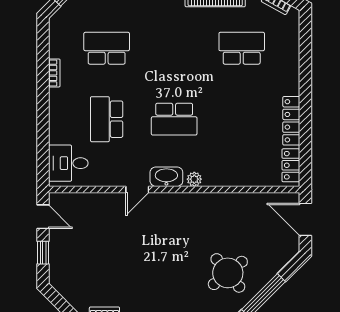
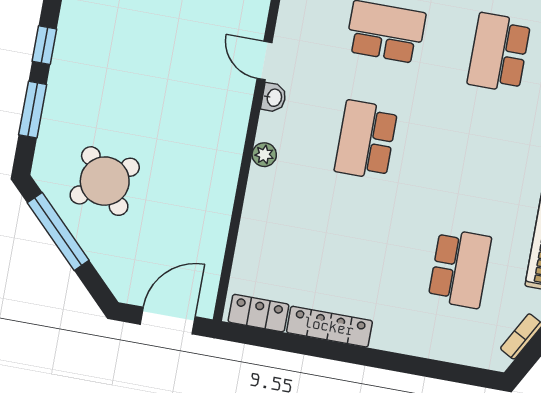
school desk: (107, 48) -> (499, 53), turned 180
washbasin: (166, 177) -> (274, 98), width x0.52, depth x0.69

